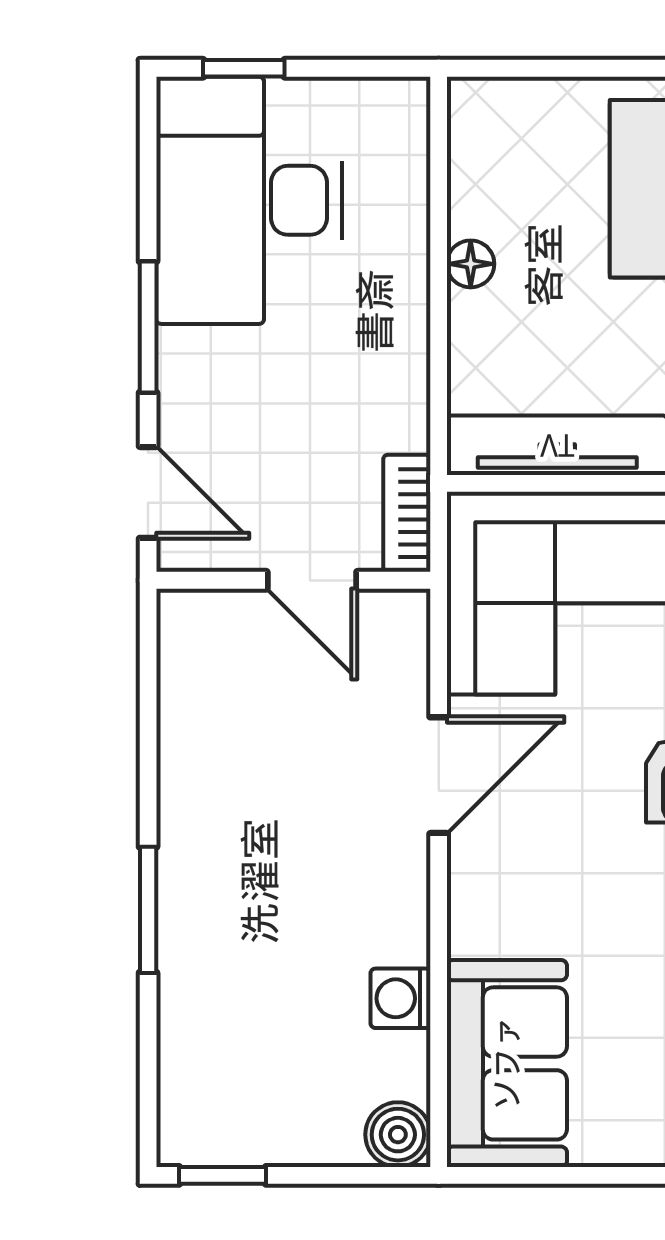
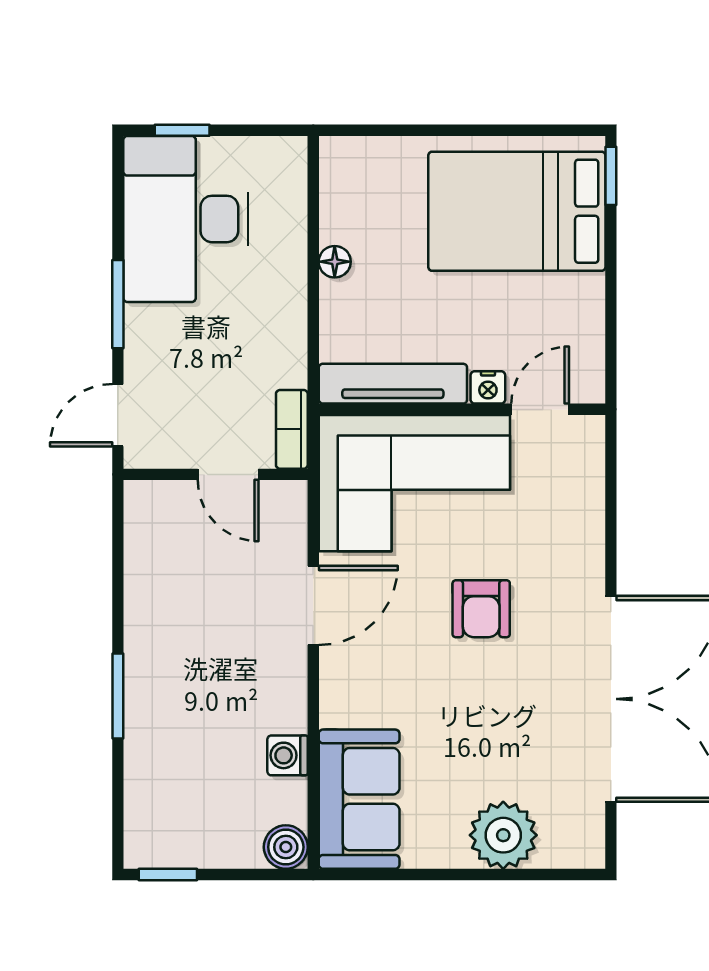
door: (148, 492) -> (118, 415), swing flipped

